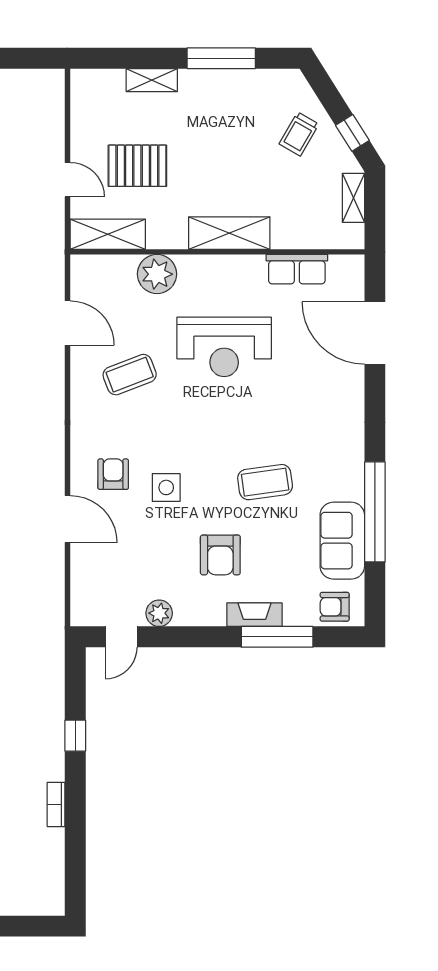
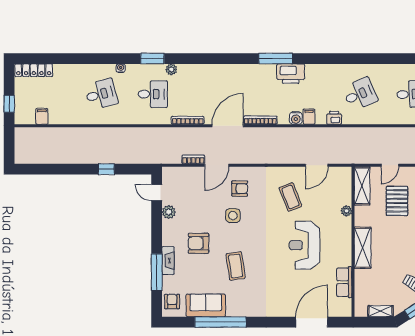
plant: (157, 274) -> (346, 211), width x0.53, depth x0.53
bookcase: (56, 804) -> (193, 159), moved

